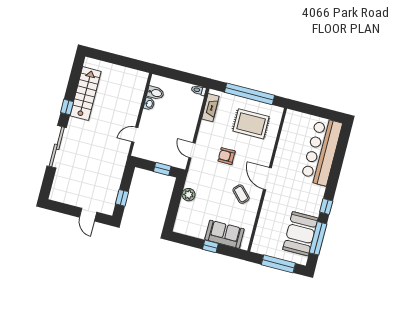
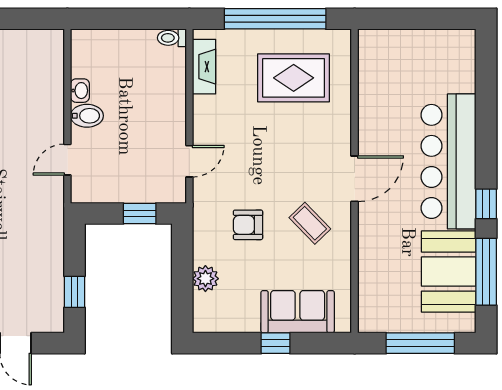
bidet: (155, 93) -> (87, 116), moved
door: (192, 150) -> (189, 161), swing flipped
bar counter: (322, 151) -> (449, 161), moved
armchair: (227, 156) -> (248, 225), moved
door: (267, 179) -> (355, 179), swing flipped
plant: (189, 195) -> (205, 279), moved

